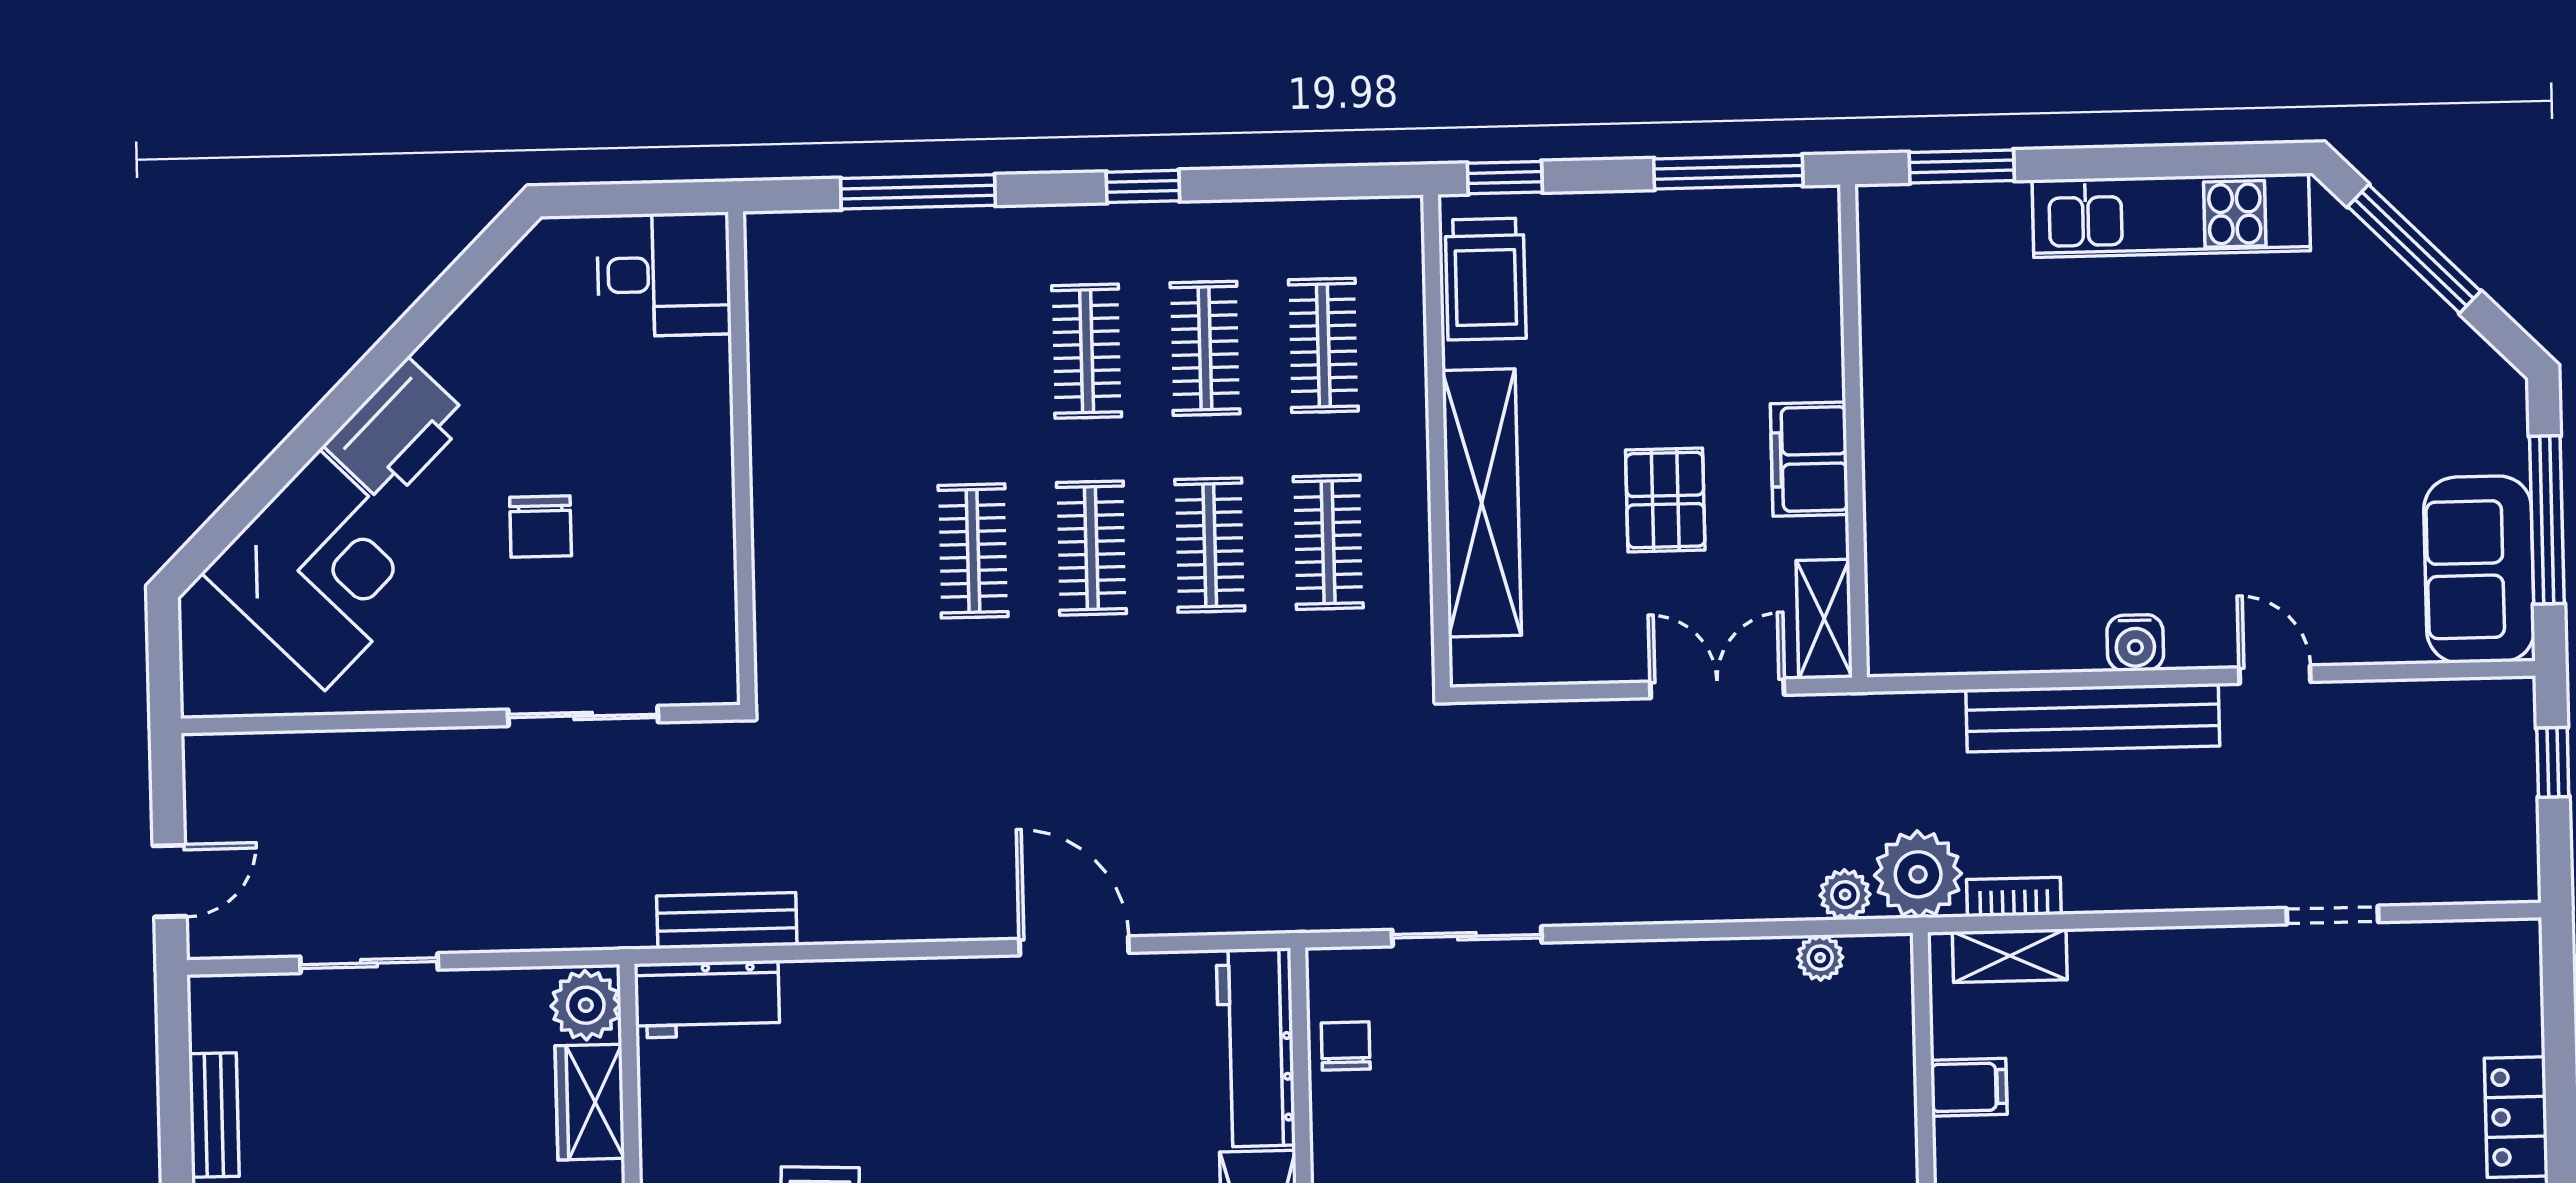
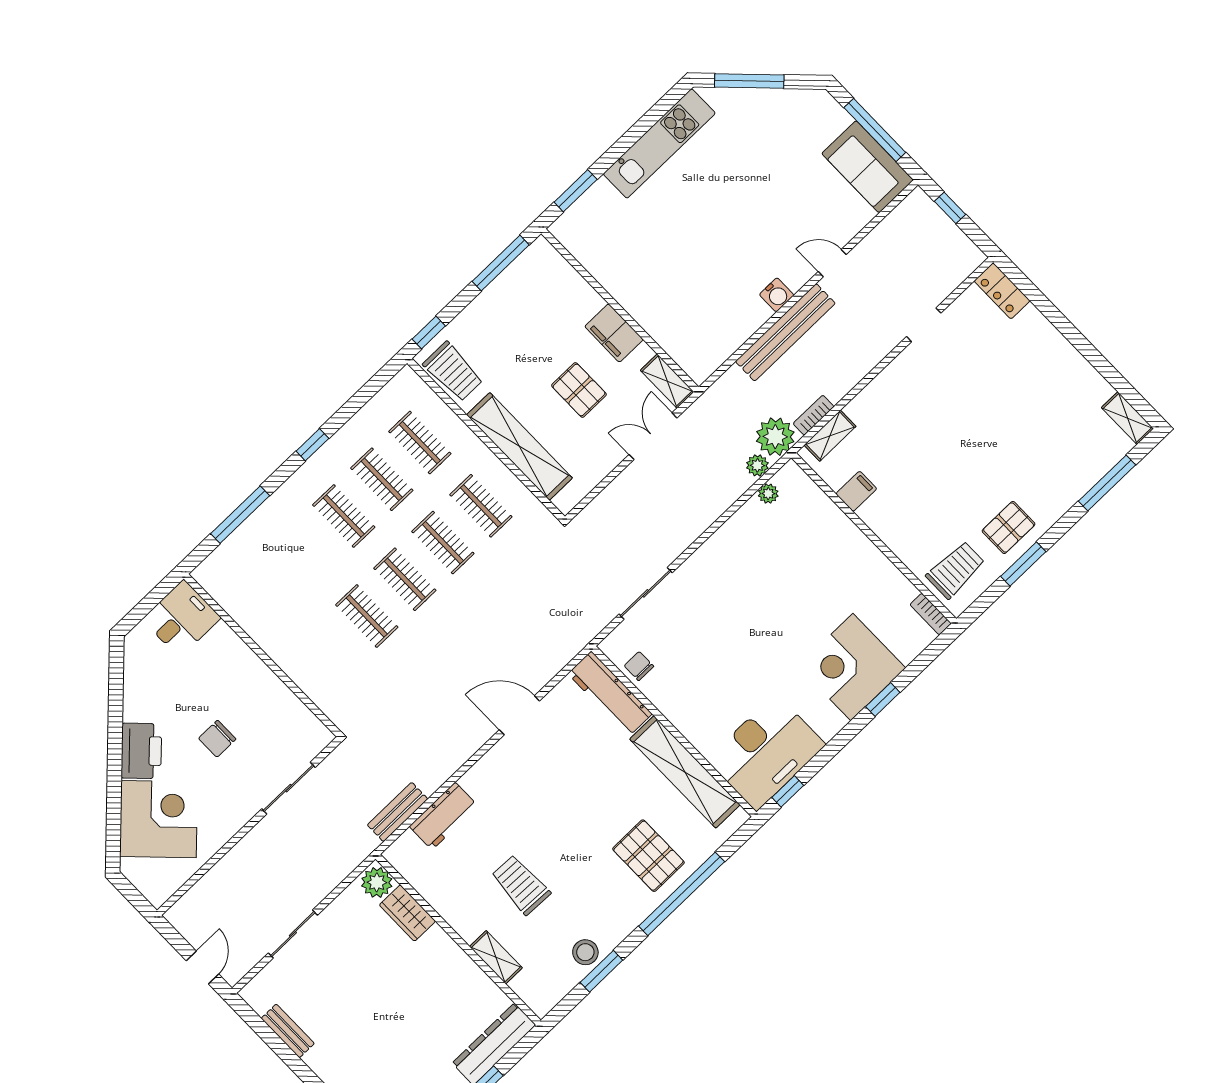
chair: (541, 527) -> (217, 739), turned 90
workbench: (707, 999) -> (444, 816), moved
locker: (2516, 1117) -> (1002, 291), moved

